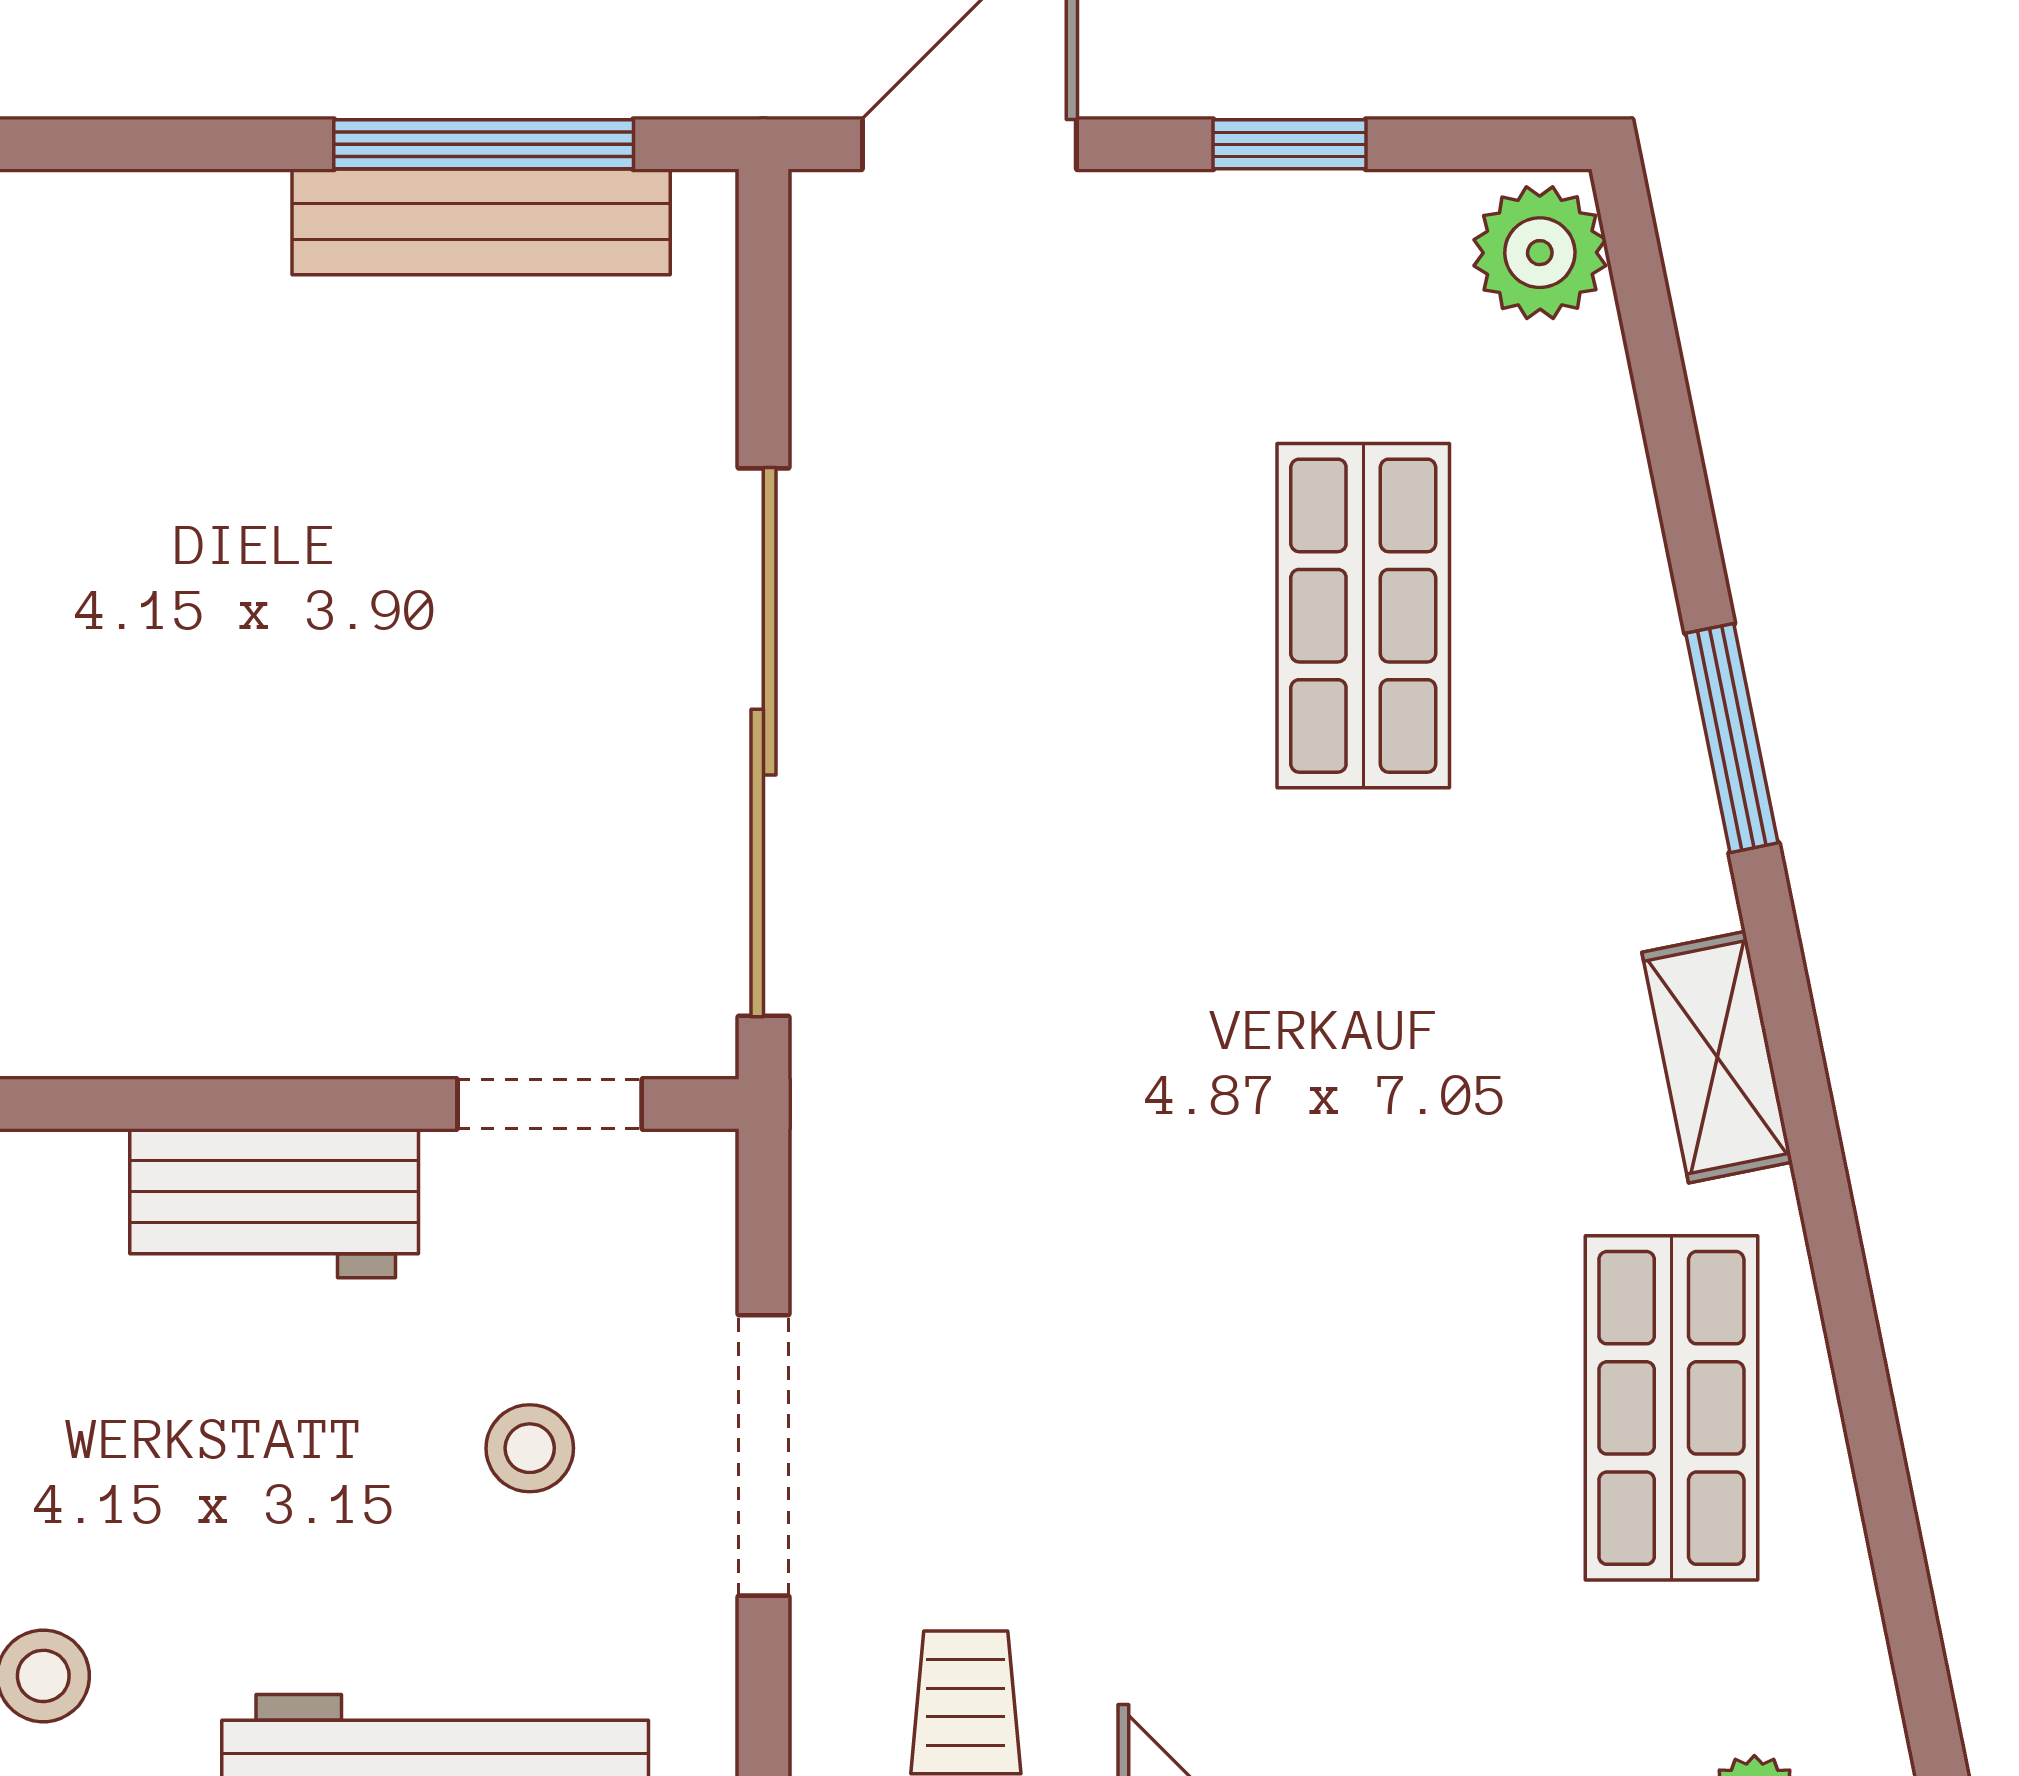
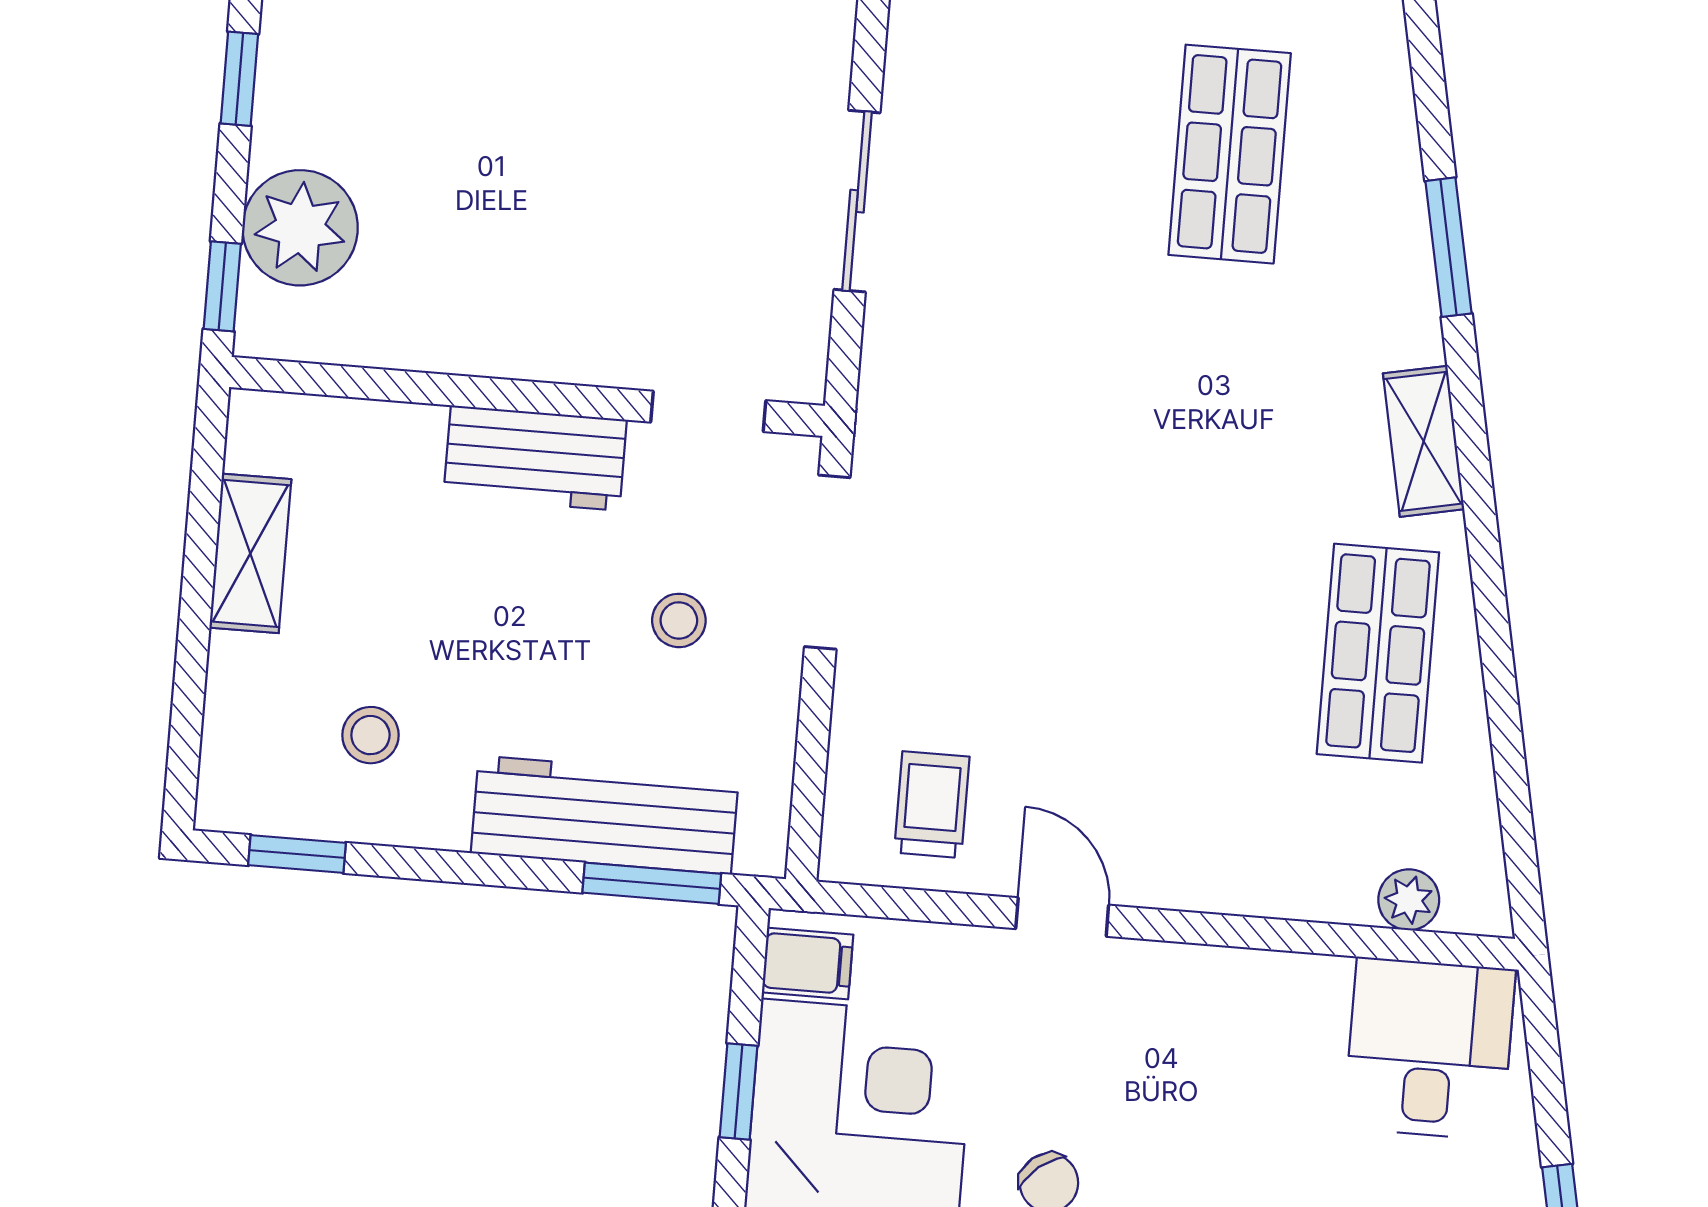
sliding door: (763, 742) -> (857, 201), width x0.54
doorway: (763, 1455) -> (827, 562), moved

